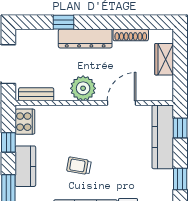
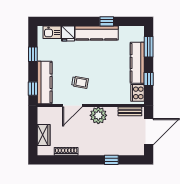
dresser: (85, 38) -> (97, 149), removed
kitchen counter: (25, 166) -> (137, 63), width x1.50
trolley: (79, 166) -> (80, 82), moved

